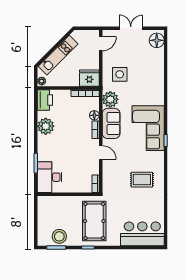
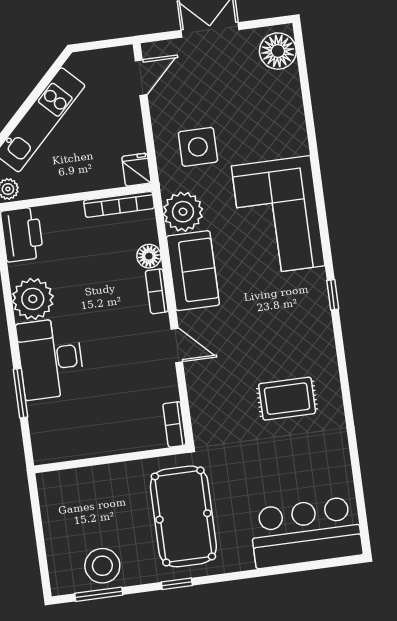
fridge: (89, 78) -> (136, 170), width x0.53, depth x0.75
corner sofa: (148, 128) -> (278, 216), moved
desk: (50, 177) -> (51, 359), moved

